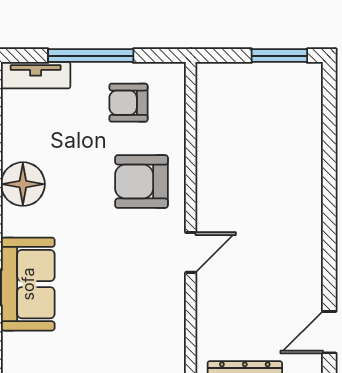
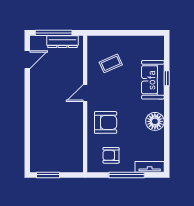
armchair: (128, 103) -> (111, 155), turned 180
coffee table: (129, 323) -> (111, 63), added

